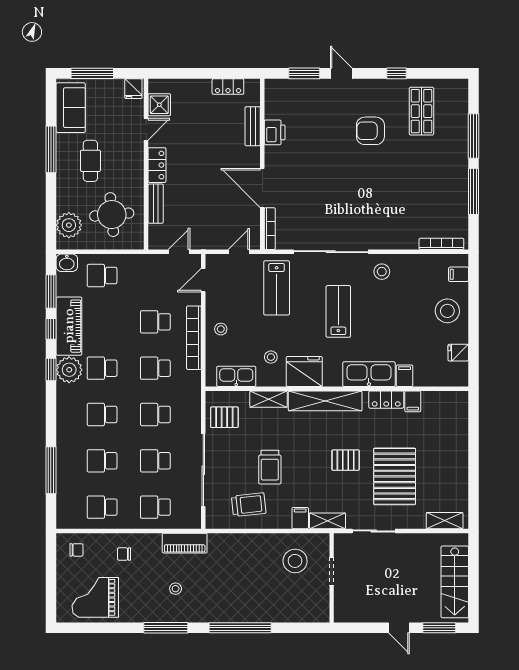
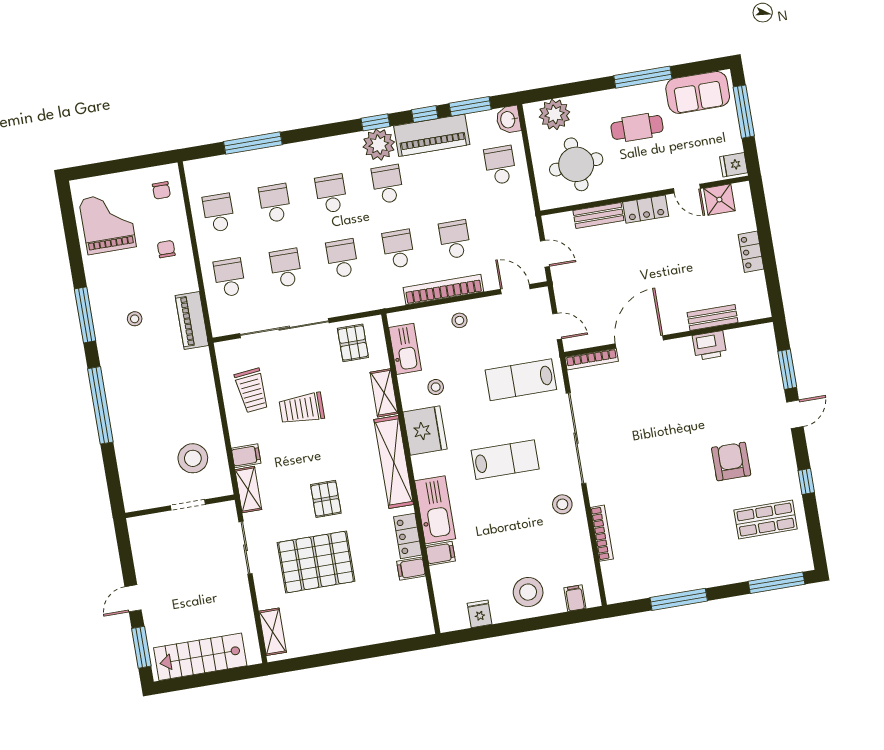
locker: (228, 87) -> (751, 252), moved
window: (474, 136) -> (776, 583), moved
bookcase: (441, 244) -> (602, 533), moved

